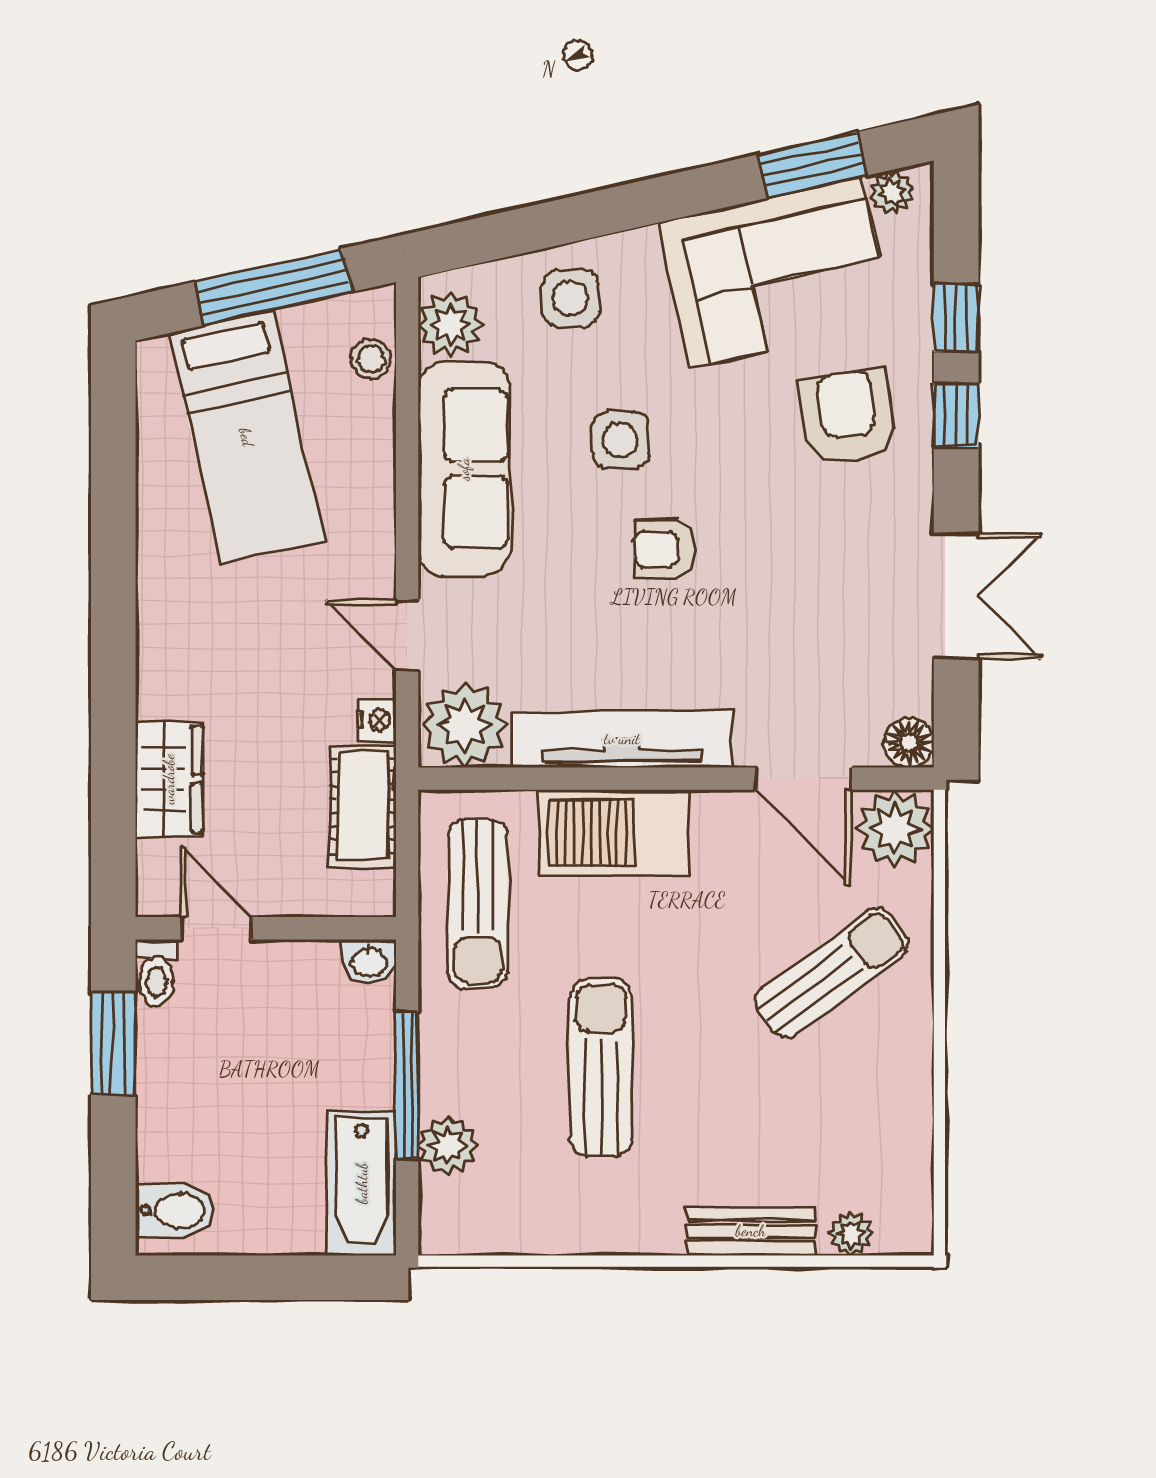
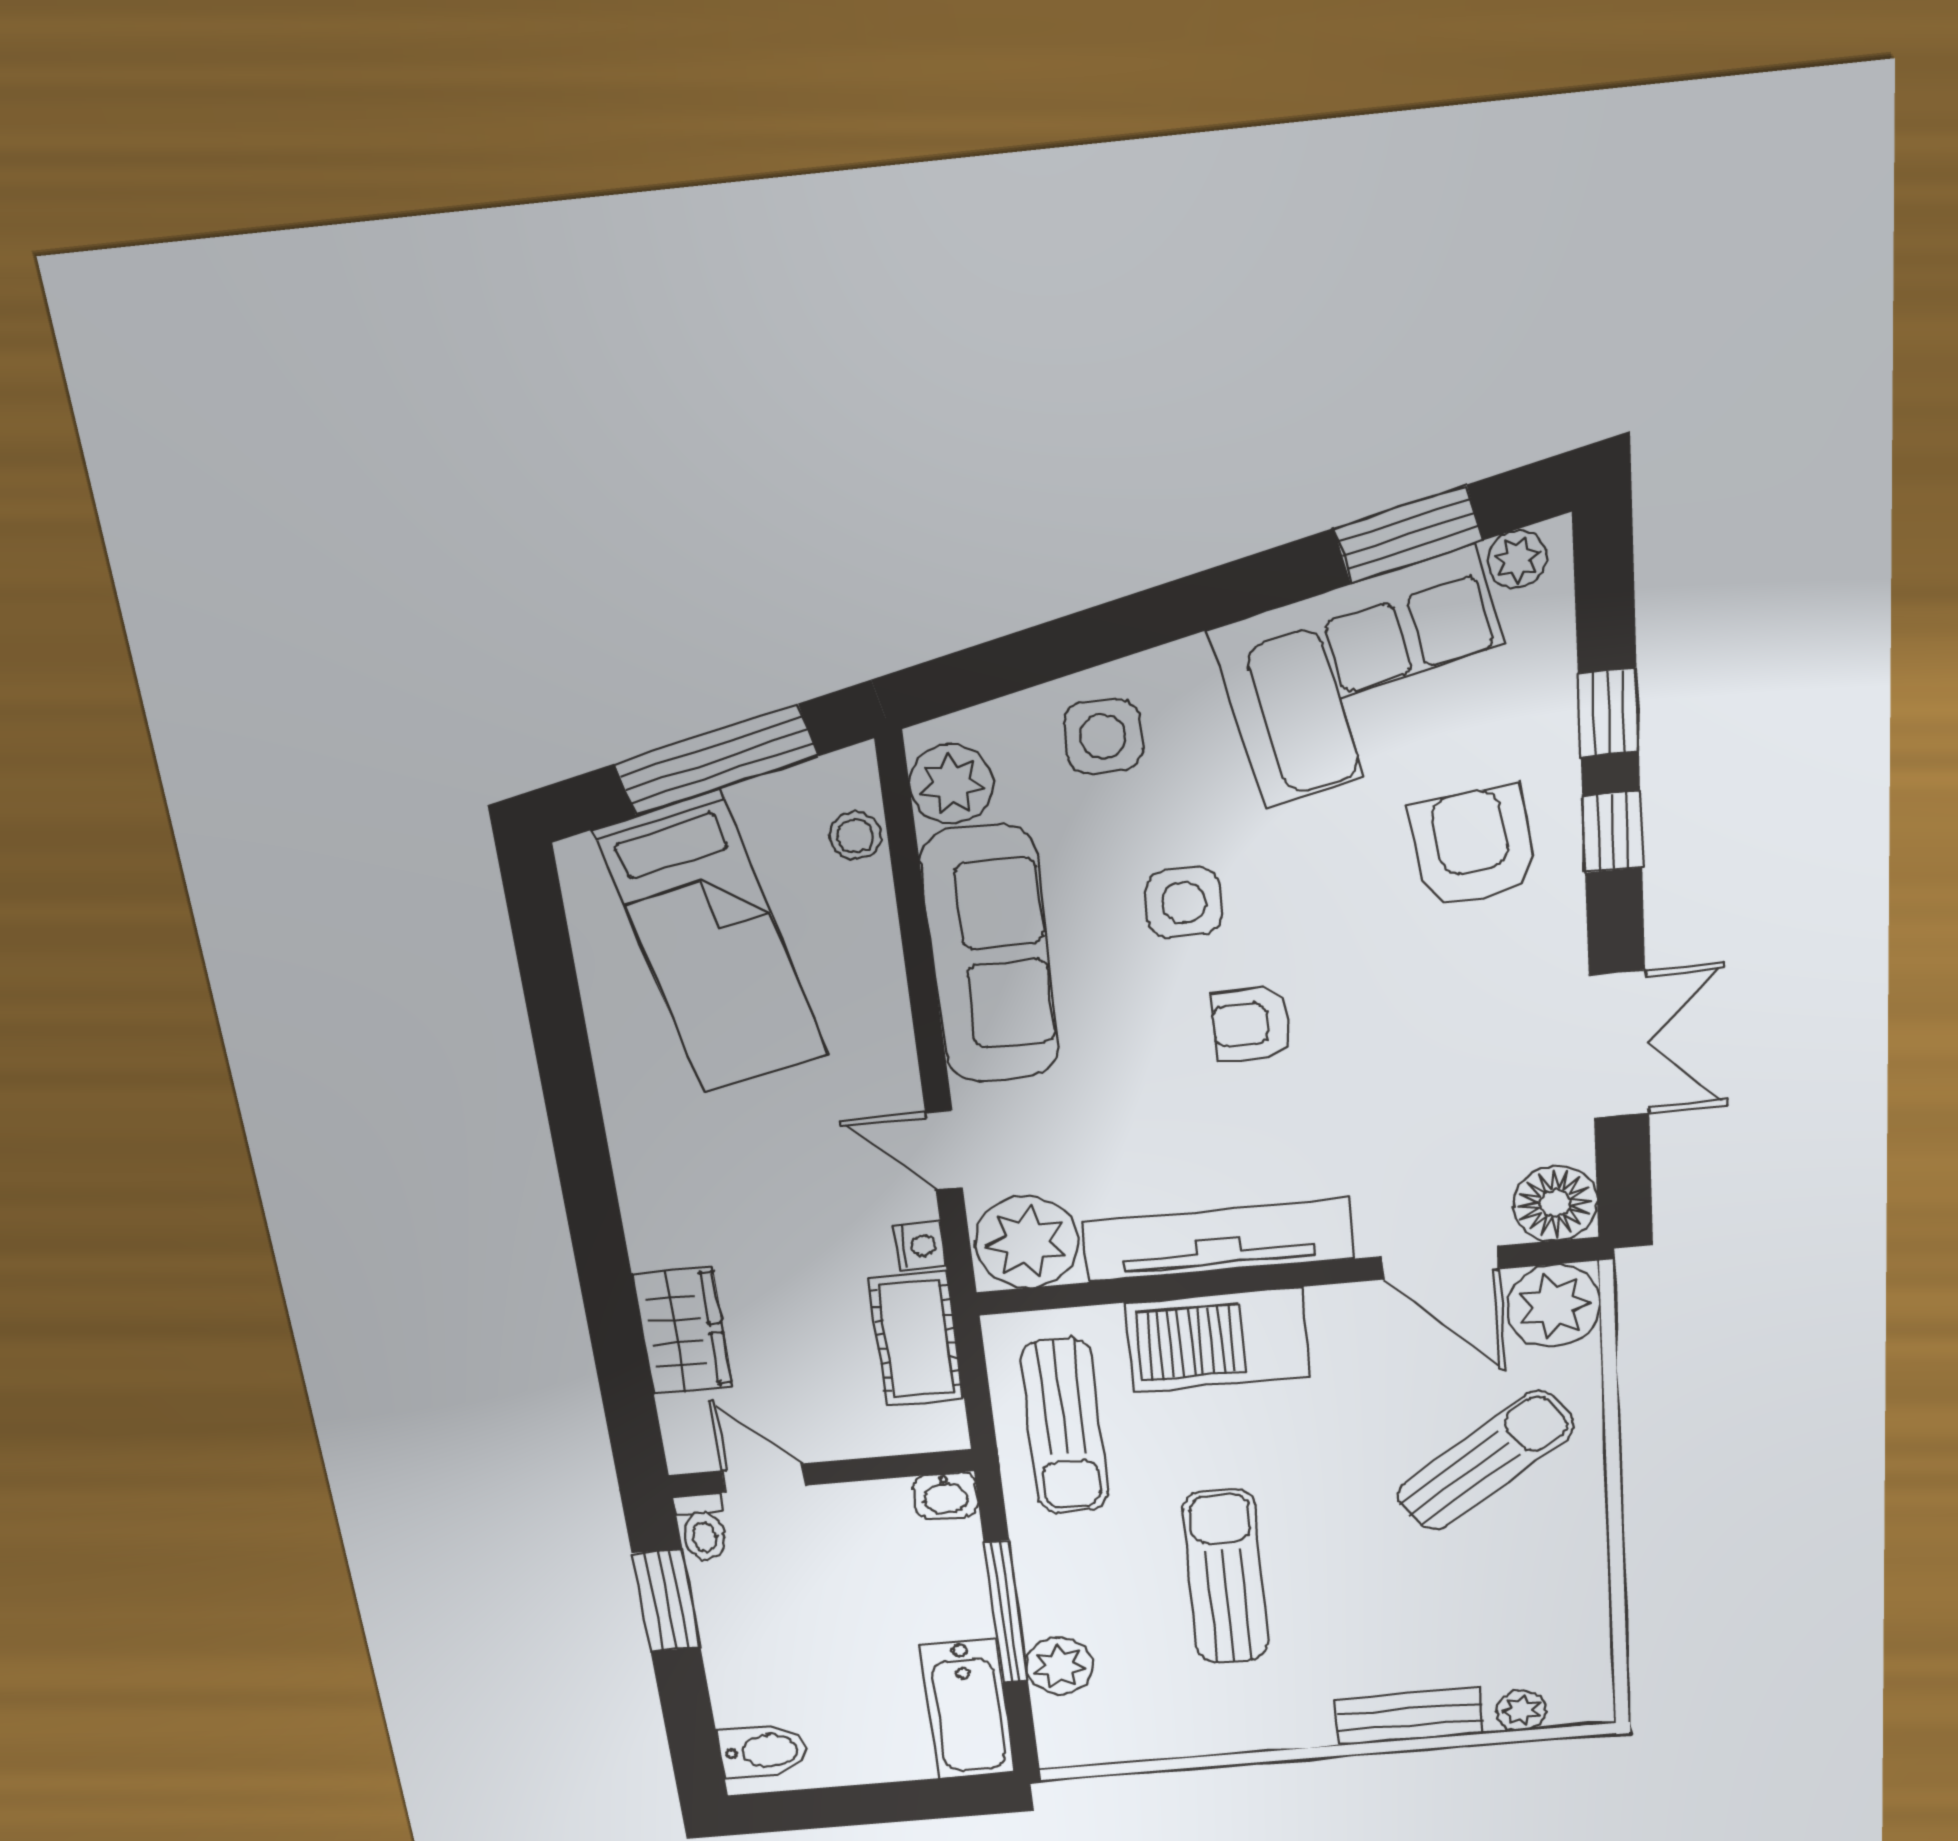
floor lamp: (909, 743) -> (1555, 1203), width x1.38, depth x1.38

